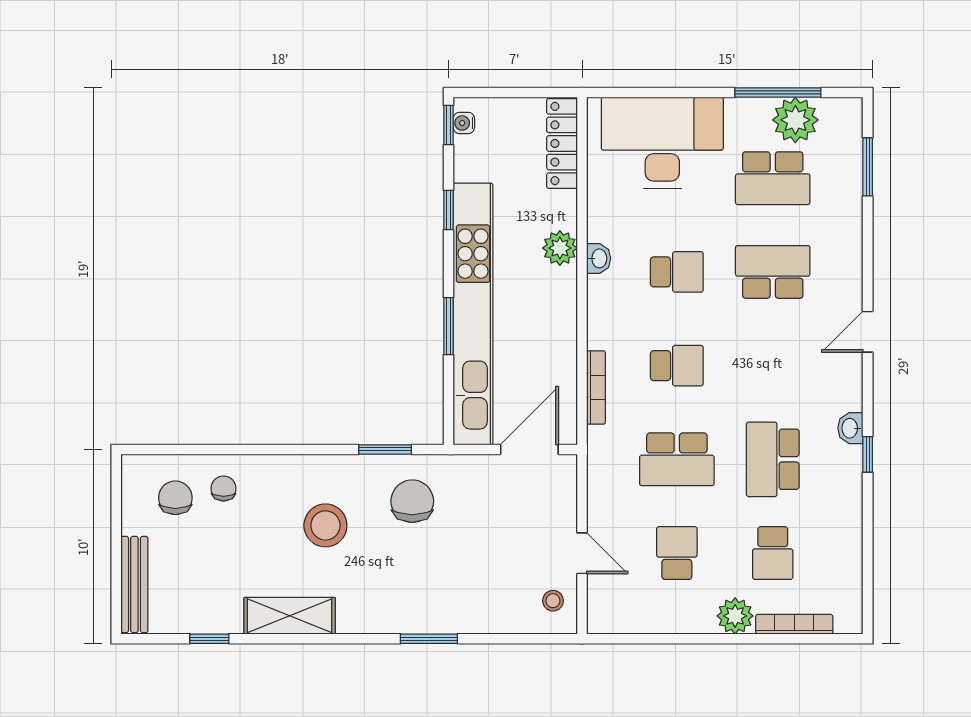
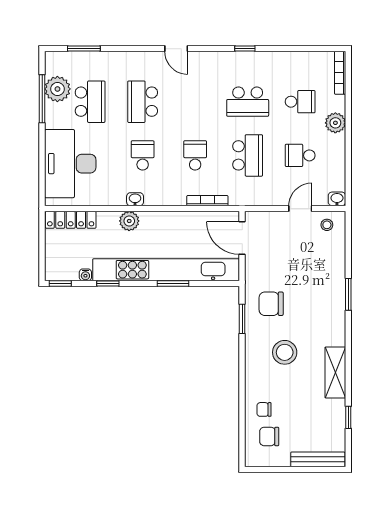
water cooler: (464, 123) -> (85, 275), moved
washbasin: (850, 428) -> (337, 199), moved, turned 180
bookcase: (794, 624) -> (340, 73), moved

